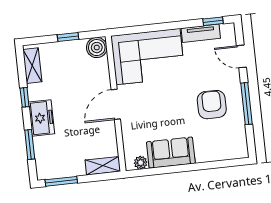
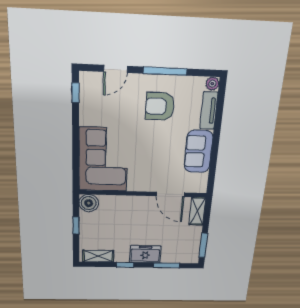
tv unit: (201, 33) -> (209, 111), moved, turned 180
door: (116, 104) -> (170, 194), moved
plant: (141, 163) -> (212, 84), moved

